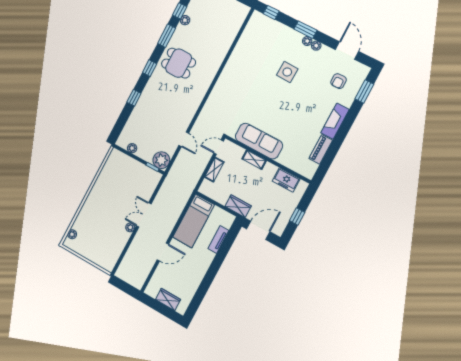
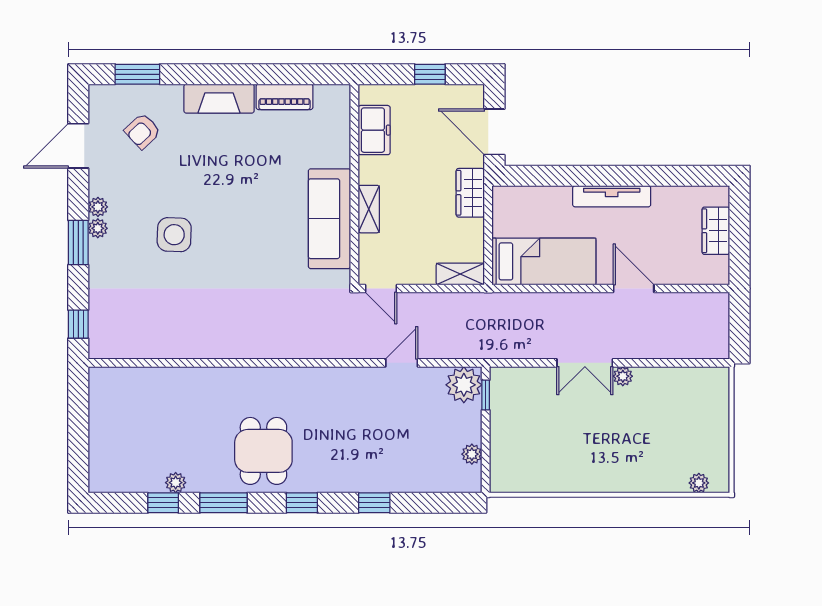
armchair: (339, 81) -> (142, 131), turned 137
shelving: (214, 170) -> (460, 274), moved
tv unit: (218, 239) -> (612, 196), moved, width x1.41

